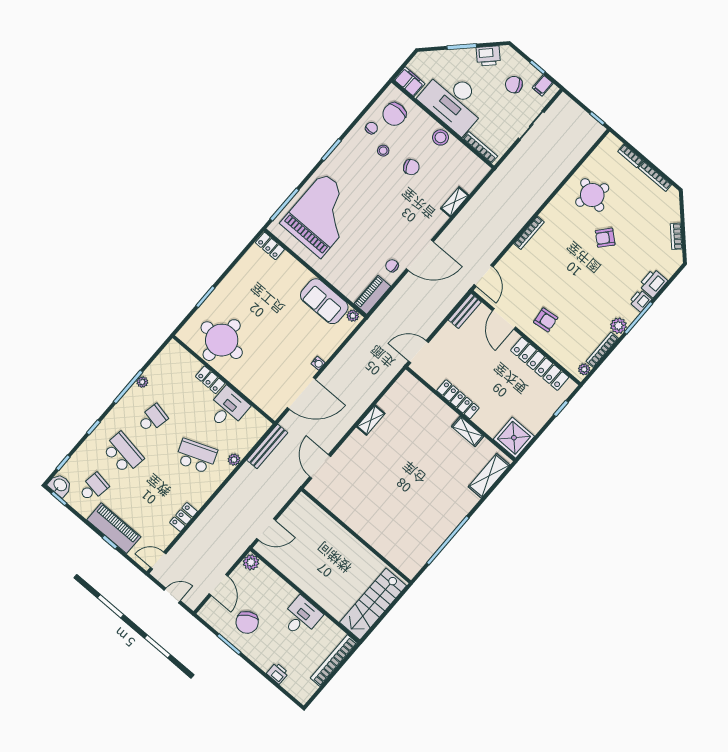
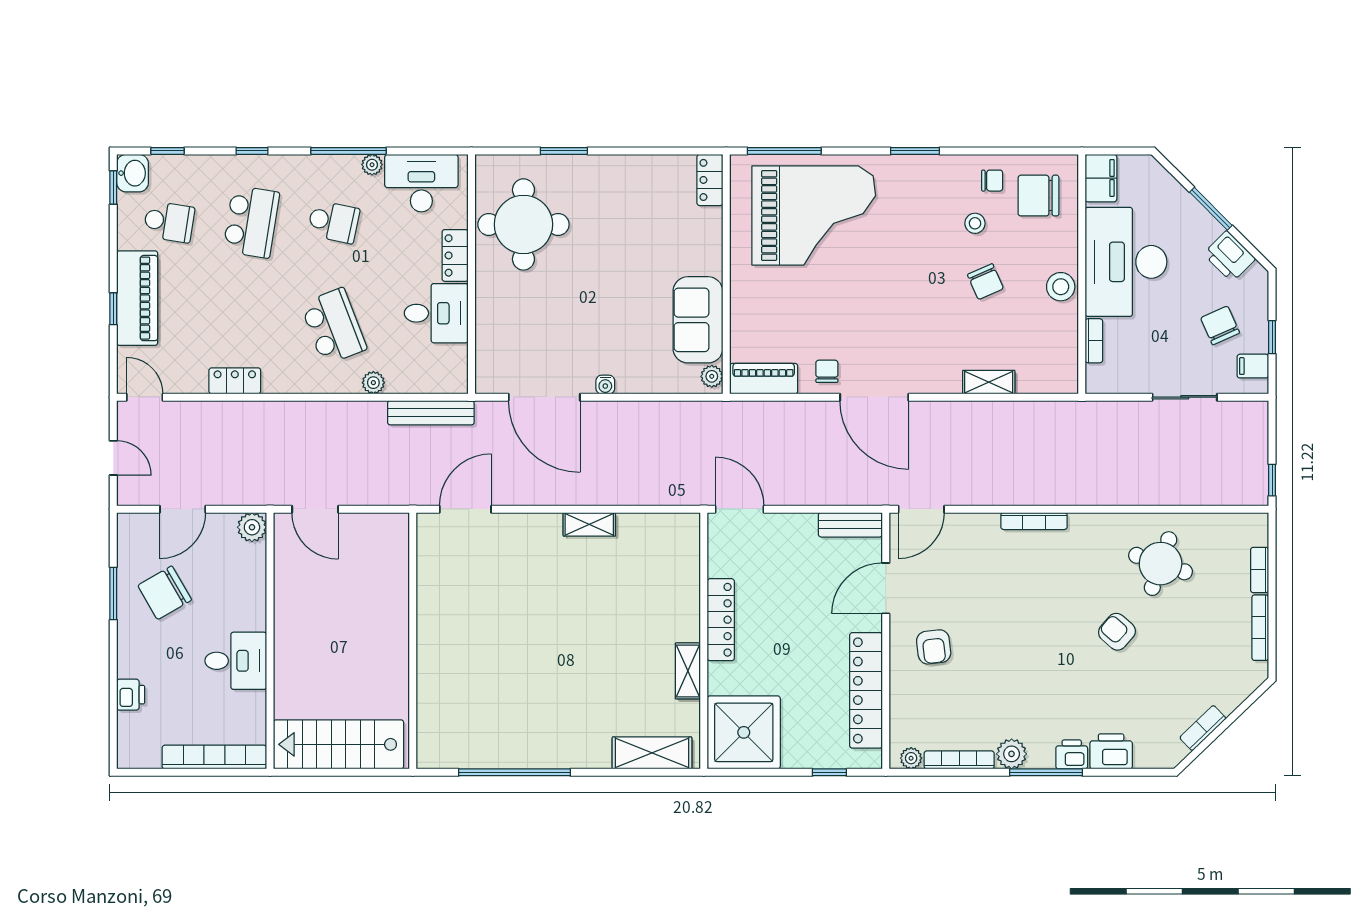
bookcase: (480, 147) -> (1094, 341), width x0.64
desk: (168, 368) -> (421, 183), added
shower: (514, 438) -> (744, 732), width x1.37, depth x1.37

